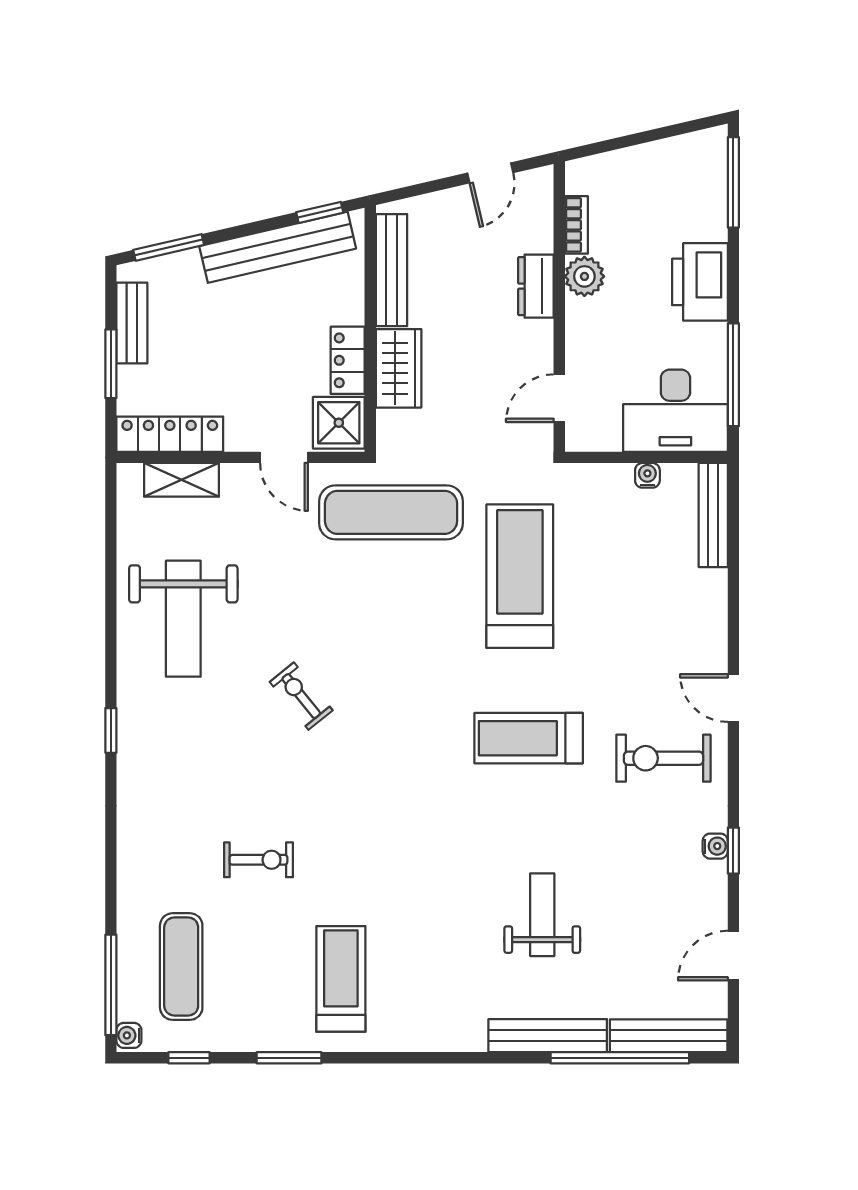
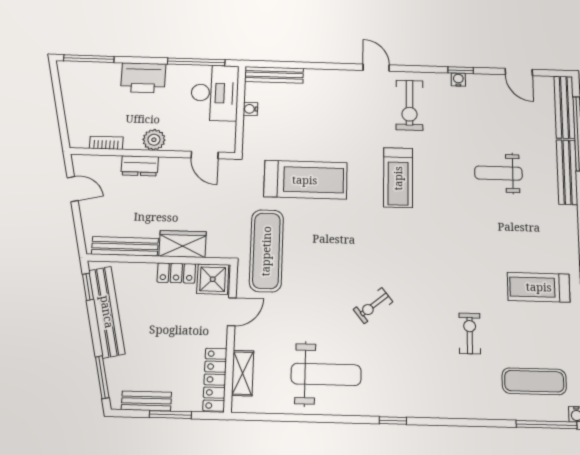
plant: (584, 276) -> (154, 140), moved
treadmill: (520, 576) -> (305, 180), turned 180
door: (733, 698) -> (376, 68), swing flipped

